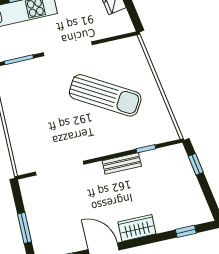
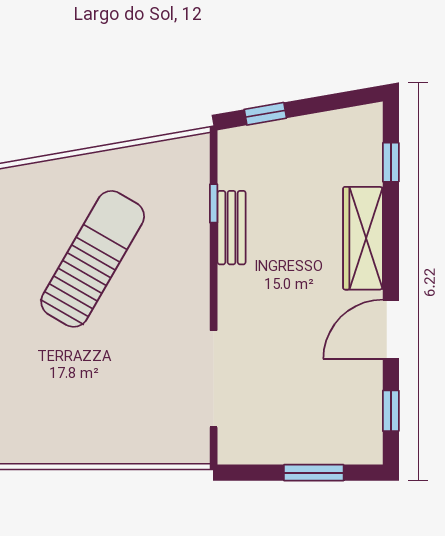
bench: (122, 163) -> (232, 228), moved
wardrobe: (137, 228) -> (363, 238), width x1.50

